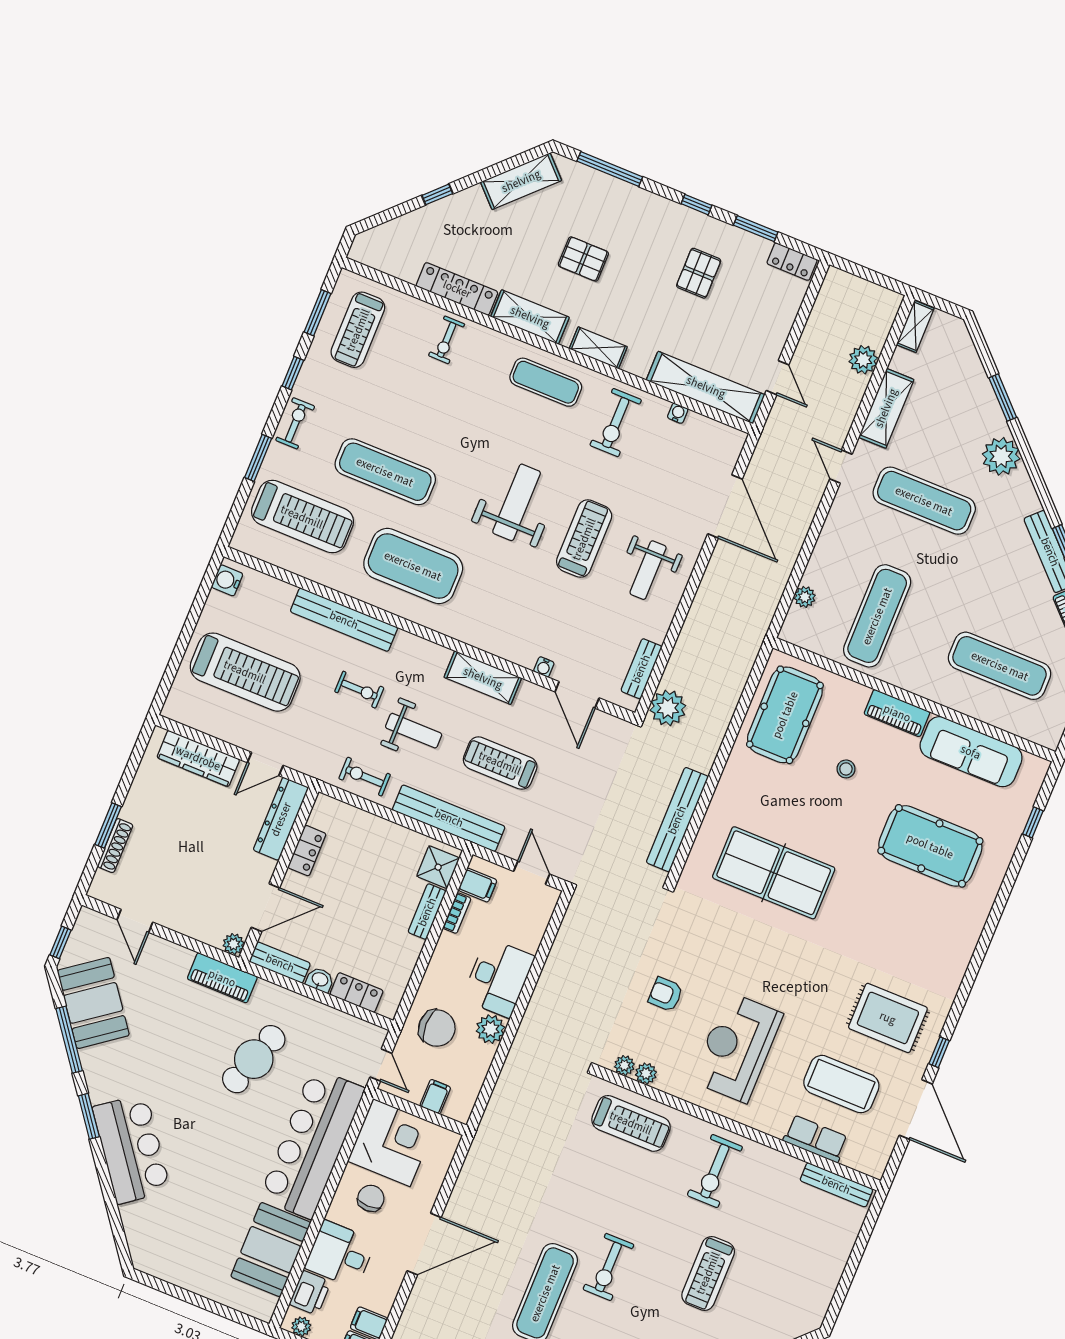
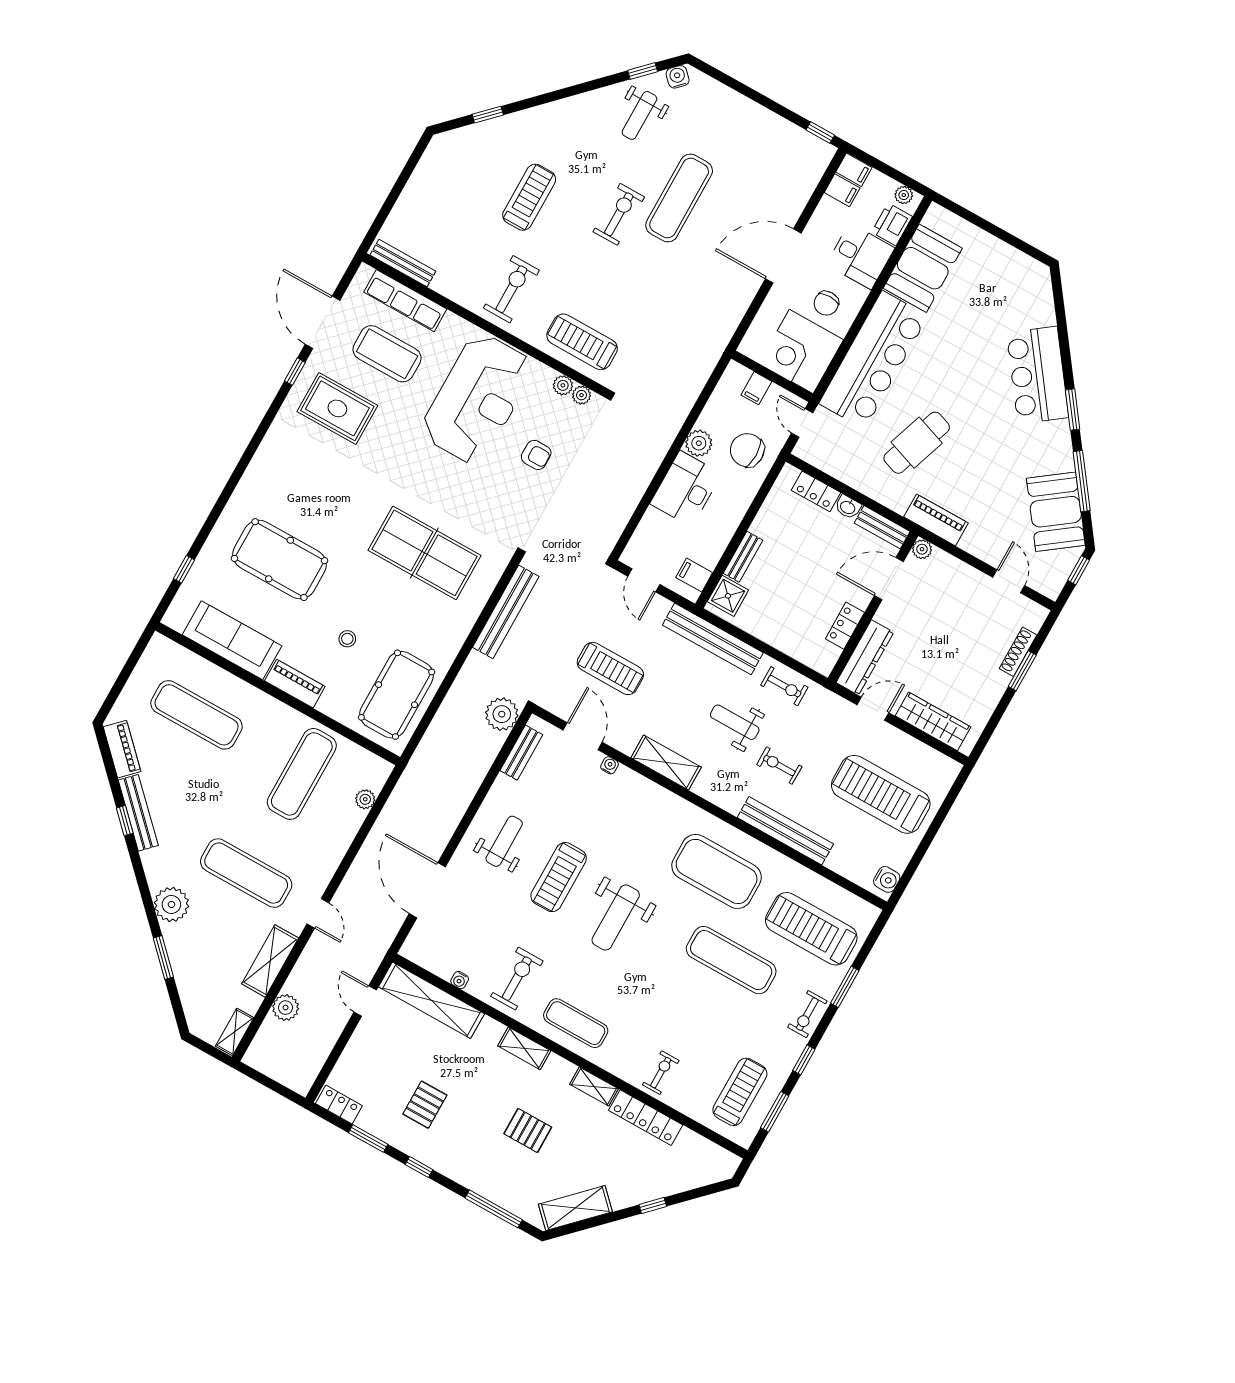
shelving: (530, 317) -> (594, 1086), width x0.67, depth x0.75
treadmill: (500, 763) -> (610, 668), moved
bookcase: (457, 913) -> (716, 552), removed
reception desk: (737, 1047) -> (477, 399), width x1.36, depth x1.30
row of seats: (815, 1139) -> (405, 301), width x1.48

